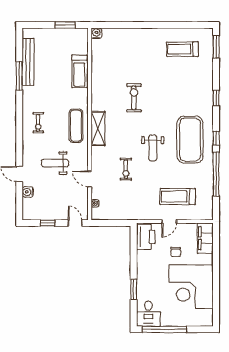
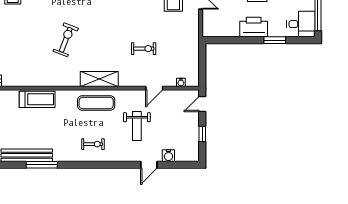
exercise bike: (134, 98) -> (66, 40), turned 111
weight bench: (153, 148) -> (120, 19), removed
printer: (146, 237) -> (254, 27), moved

